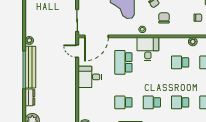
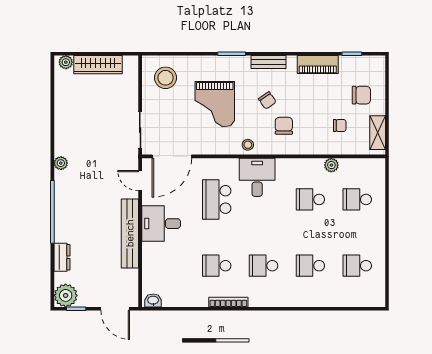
bench: (30, 67) -> (130, 233), moved

